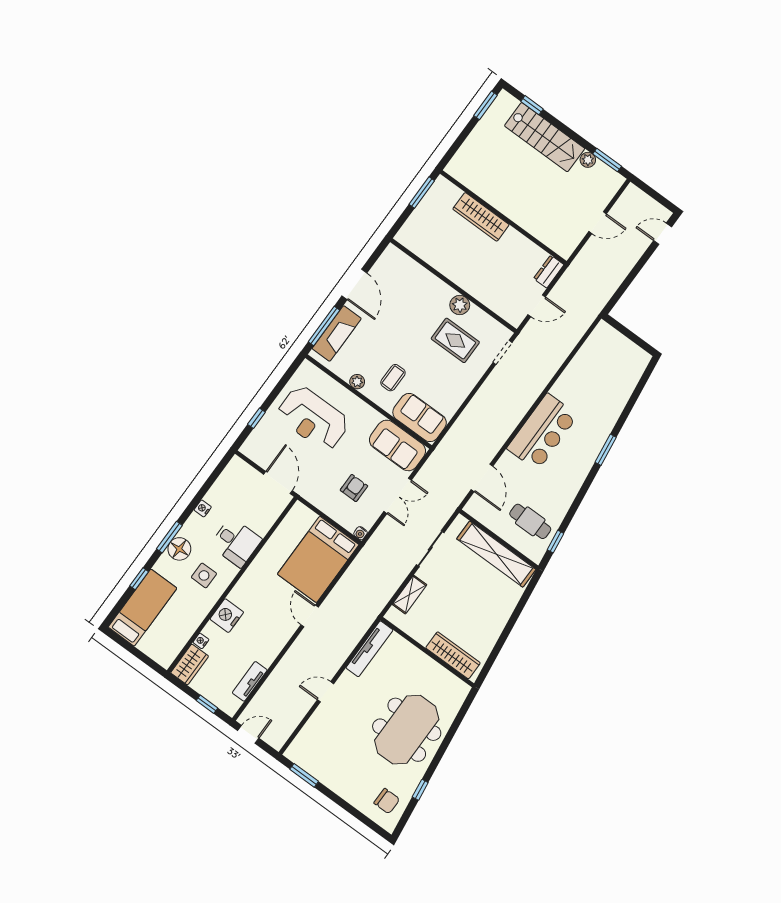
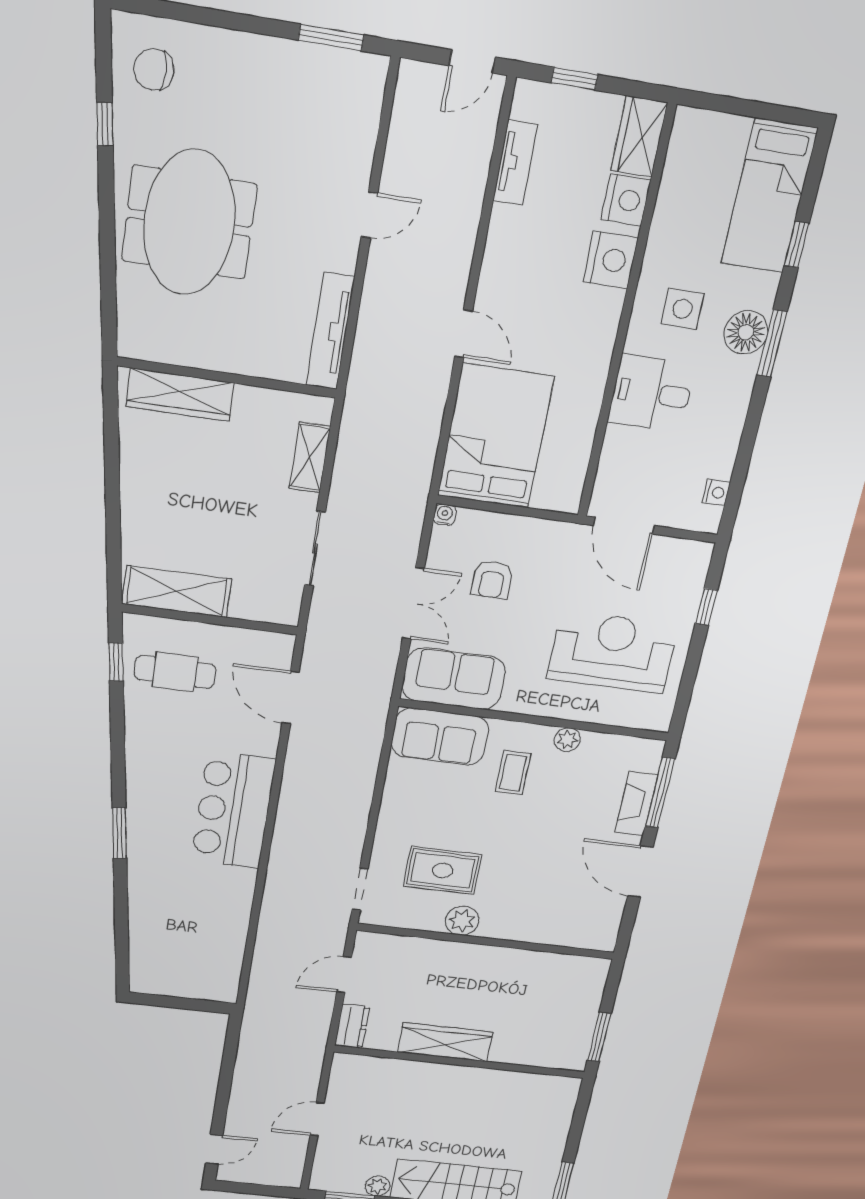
wardrobe: (481, 217) -> (445, 1042), moved
fireplace: (337, 333) -> (636, 804), width x0.73, depth x0.76
double door: (398, 496) -> (413, 603), swing flipped
nightstand: (203, 508) -> (716, 492), moved
shelving: (496, 554) -> (177, 591), width x0.68
nightstand: (201, 641) -> (626, 200), width x1.89, depth x1.79

